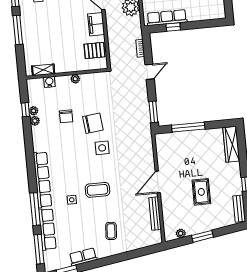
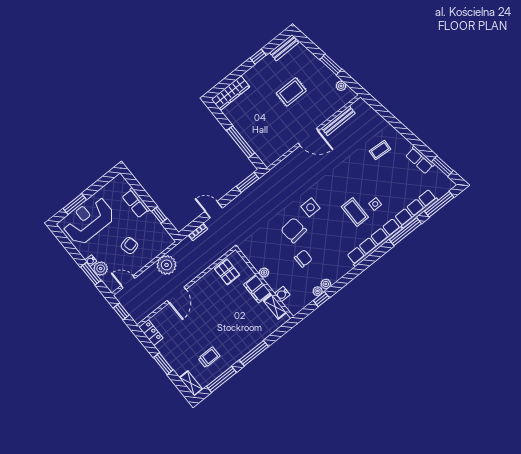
row of seats: (167, 18) -> (136, 203), moved, width x0.68
filing cabinet: (96, 24) -> (257, 289), moved, turned 90
coffee table: (97, 190) -> (355, 212), moved

